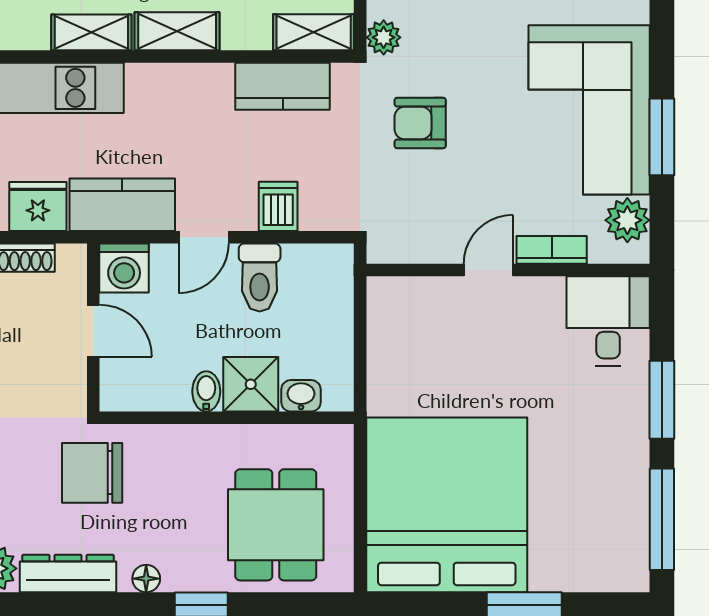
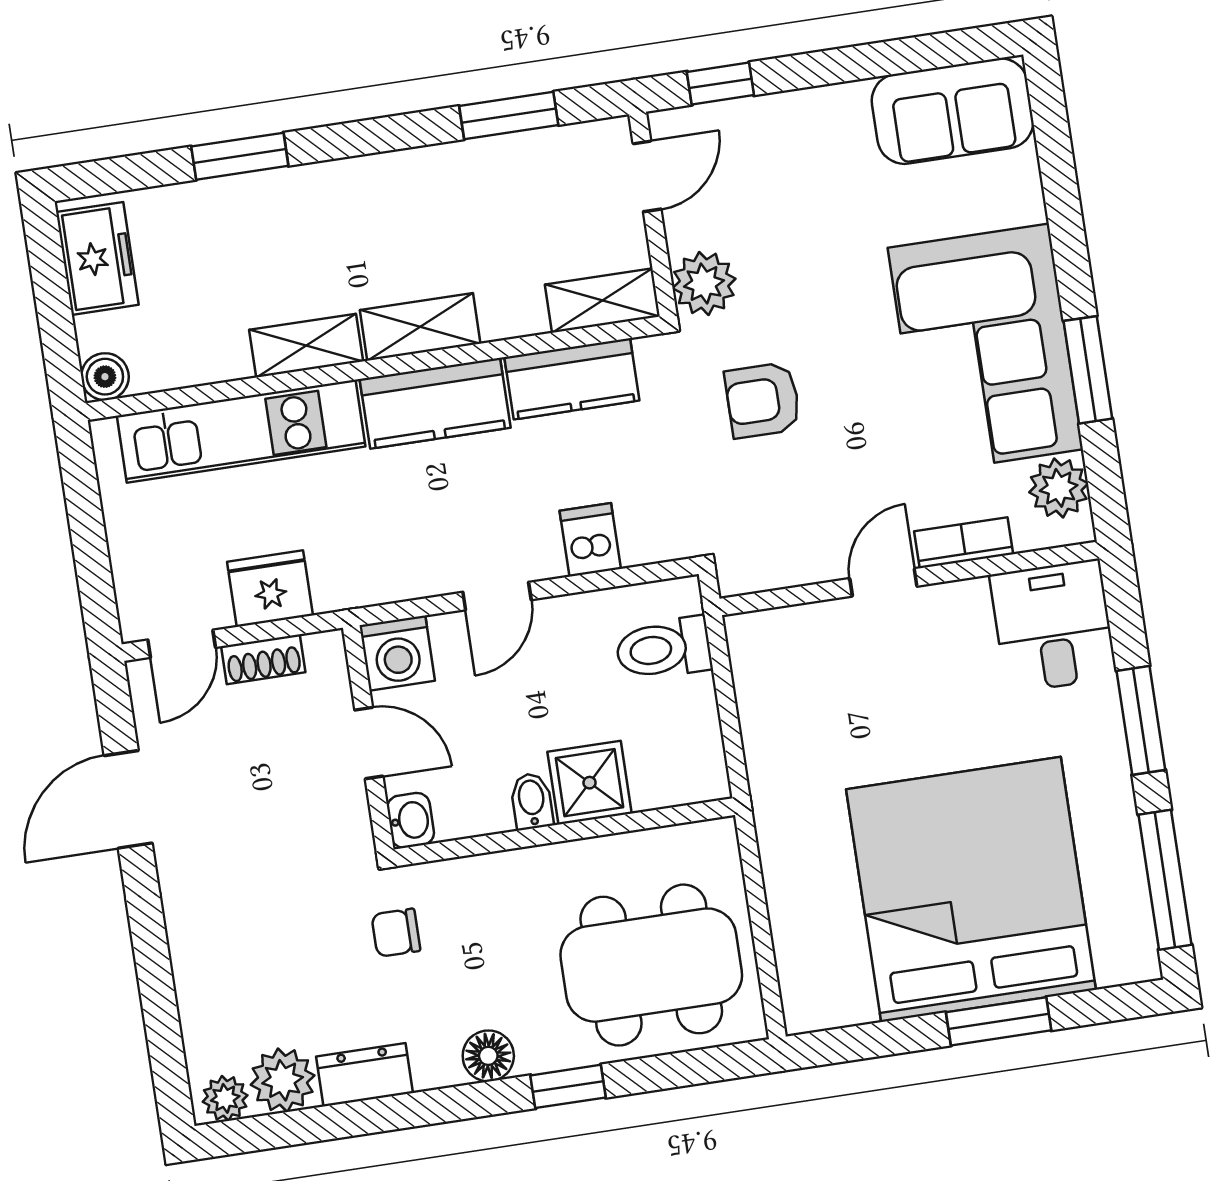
plant: (384, 37) -> (704, 283), width x1.38, depth x1.38
kitchen counter: (122, 205) -> (435, 403), moved, turned 180
toilet: (260, 277) -> (664, 649), moved, turned 90
washbasin: (301, 396) -> (411, 820), moved, turned 90
chair: (92, 473) -> (396, 933), width x0.54, depth x0.54
bed: (447, 505) -> (971, 889), moved
dining table: (276, 525) -> (651, 965), width x1.37
dresser: (68, 573) -> (365, 1075), width x0.70
floor lamp: (146, 579) -> (488, 1056), width x1.37, depth x1.37

